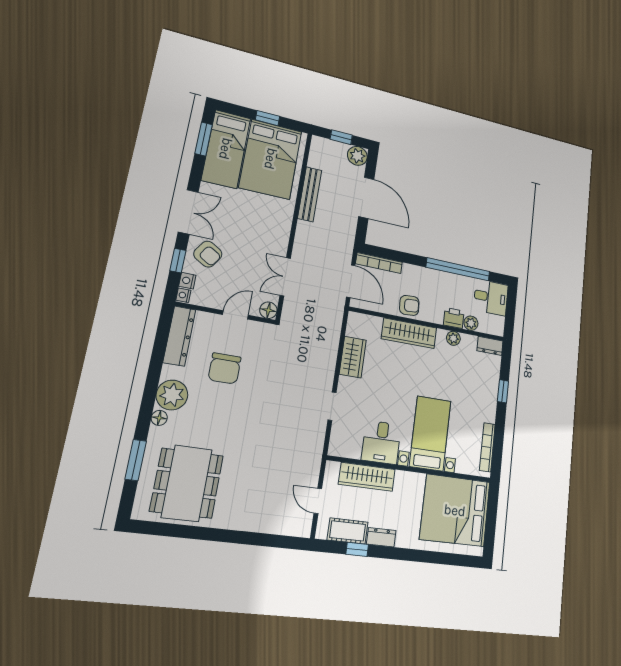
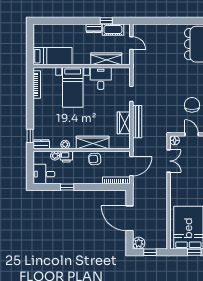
bench: (310, 194) -> (137, 122), moved
window: (458, 269) -> (67, 187), width x0.32
door: (351, 281) -> (131, 166), swing flipped
door: (236, 315) -> (192, 134), swing flipped
window: (503, 391) -> (30, 136), moved
bed: (455, 510) -> (53, 56), width x0.49

